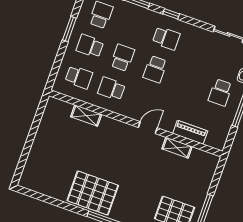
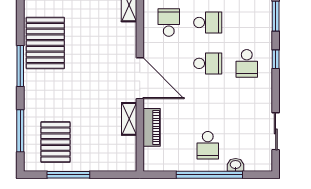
school desk: (155, 69) -> (208, 63), turned 180
school desk: (220, 92) -> (208, 145), turned -90
door: (148, 128) -> (140, 78), width x1.87

